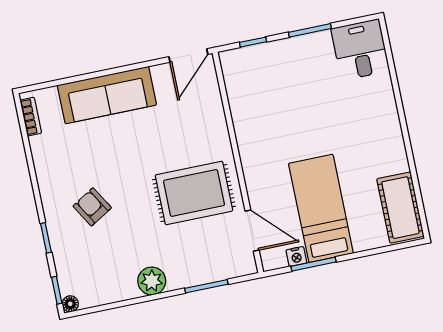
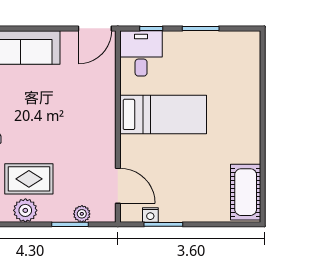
desk: (360, 50) -> (141, 53), moved
rug: (194, 193) -> (29, 179), moved, width x0.73, depth x0.70
bed: (321, 208) -> (163, 114), moved, turned 90
plant: (217, 271) -> (82, 214), added

